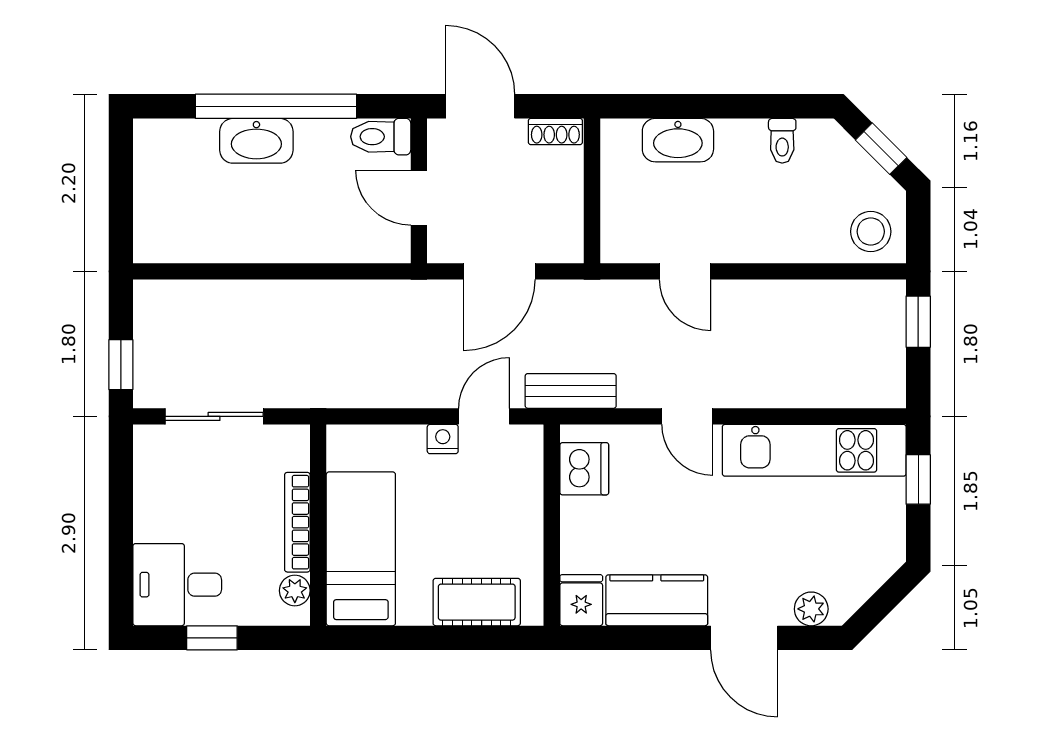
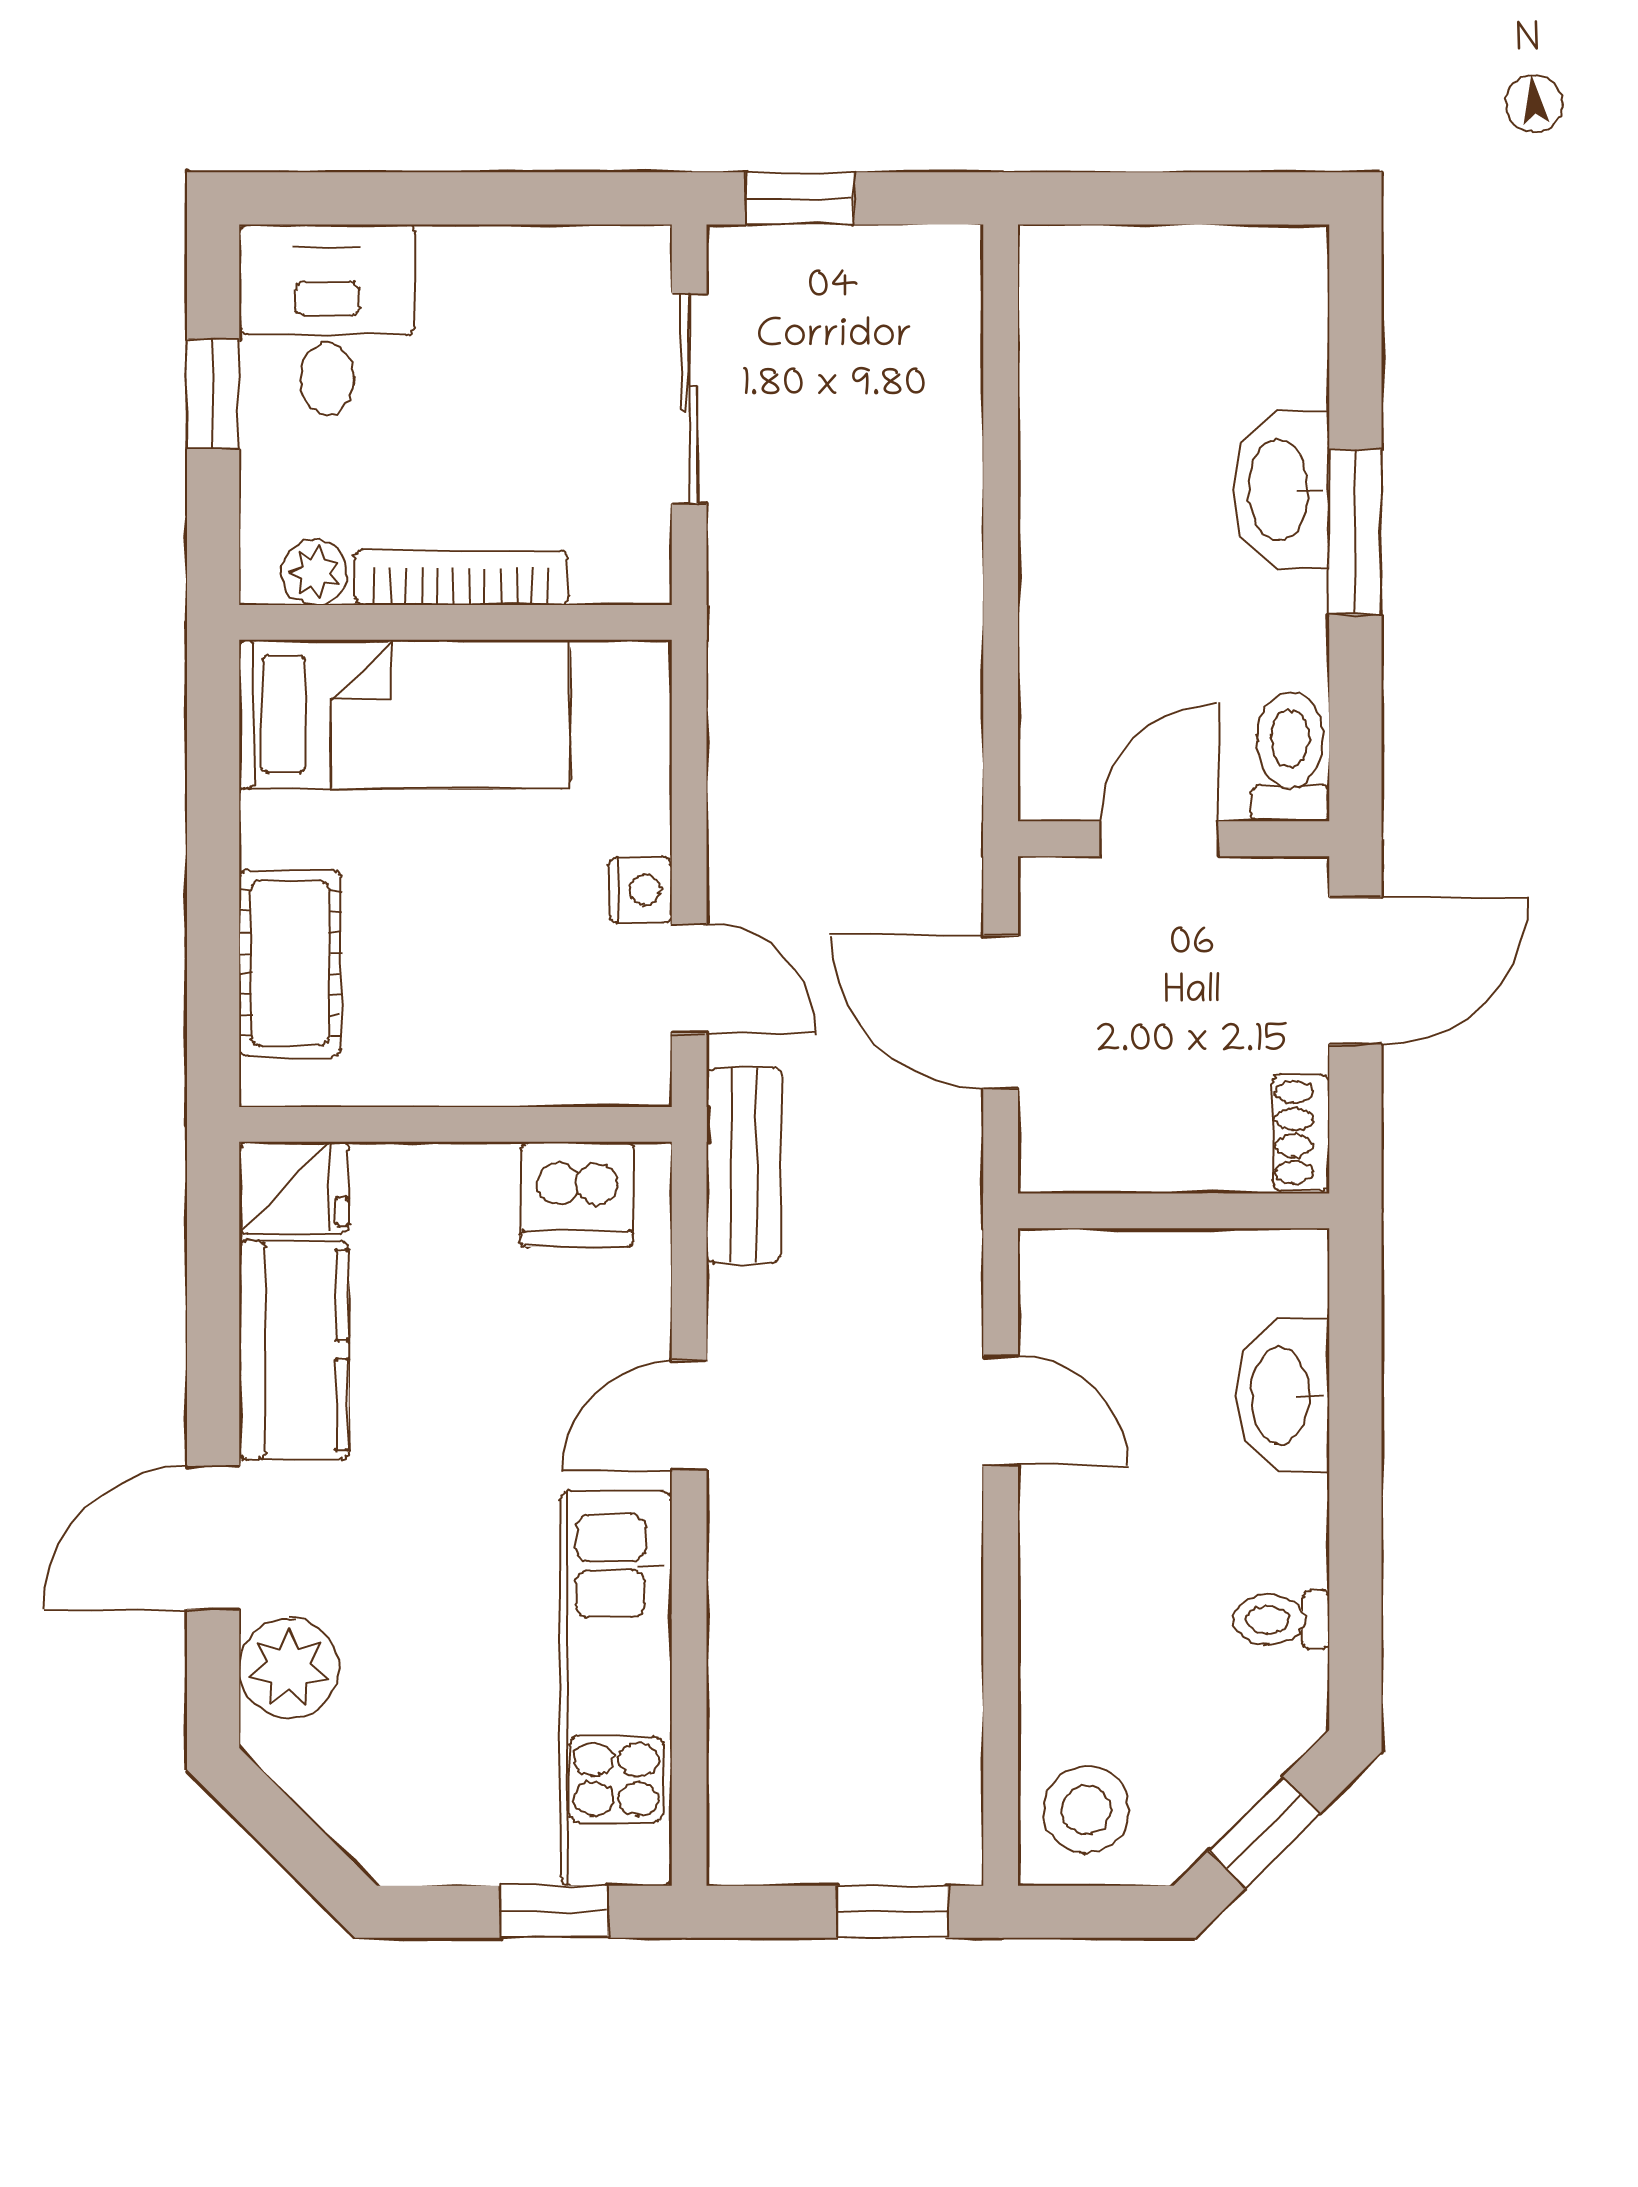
window: (276, 106) -> (1355, 532), width x0.47
door: (685, 271) -> (1001, 1411), swing flipped
plant: (811, 609) -> (289, 1668), width x1.38, depth x1.38

